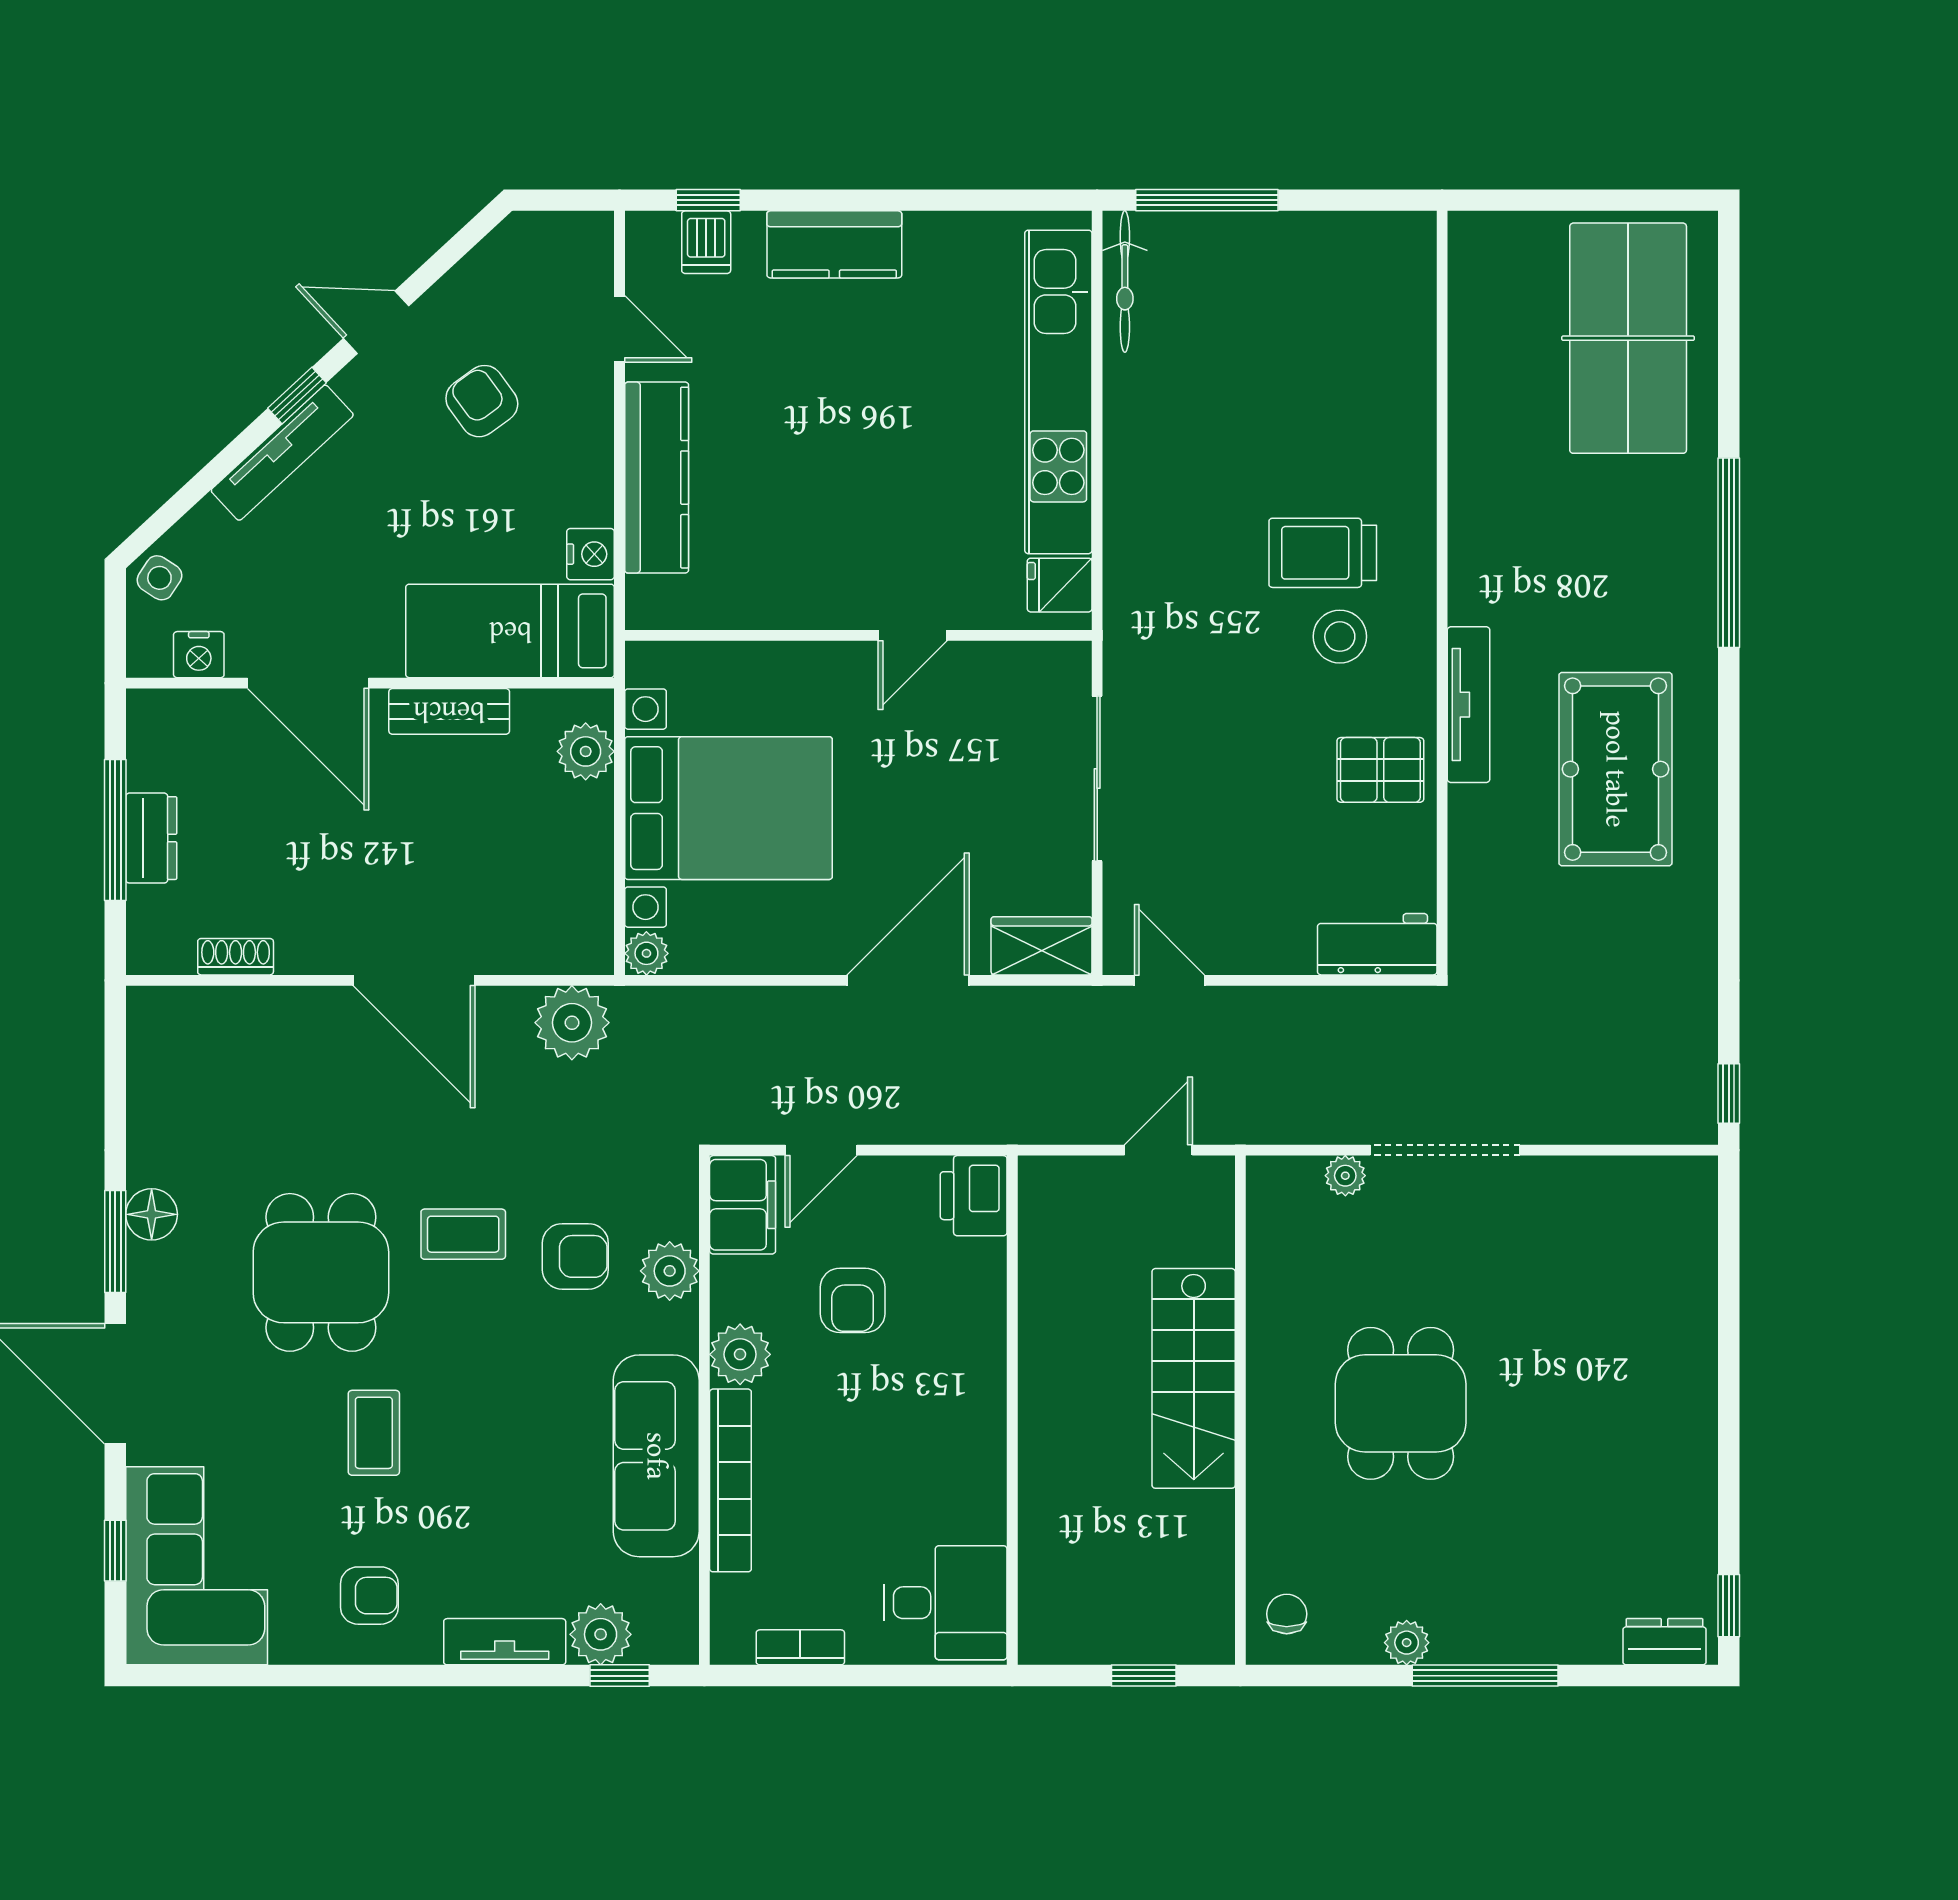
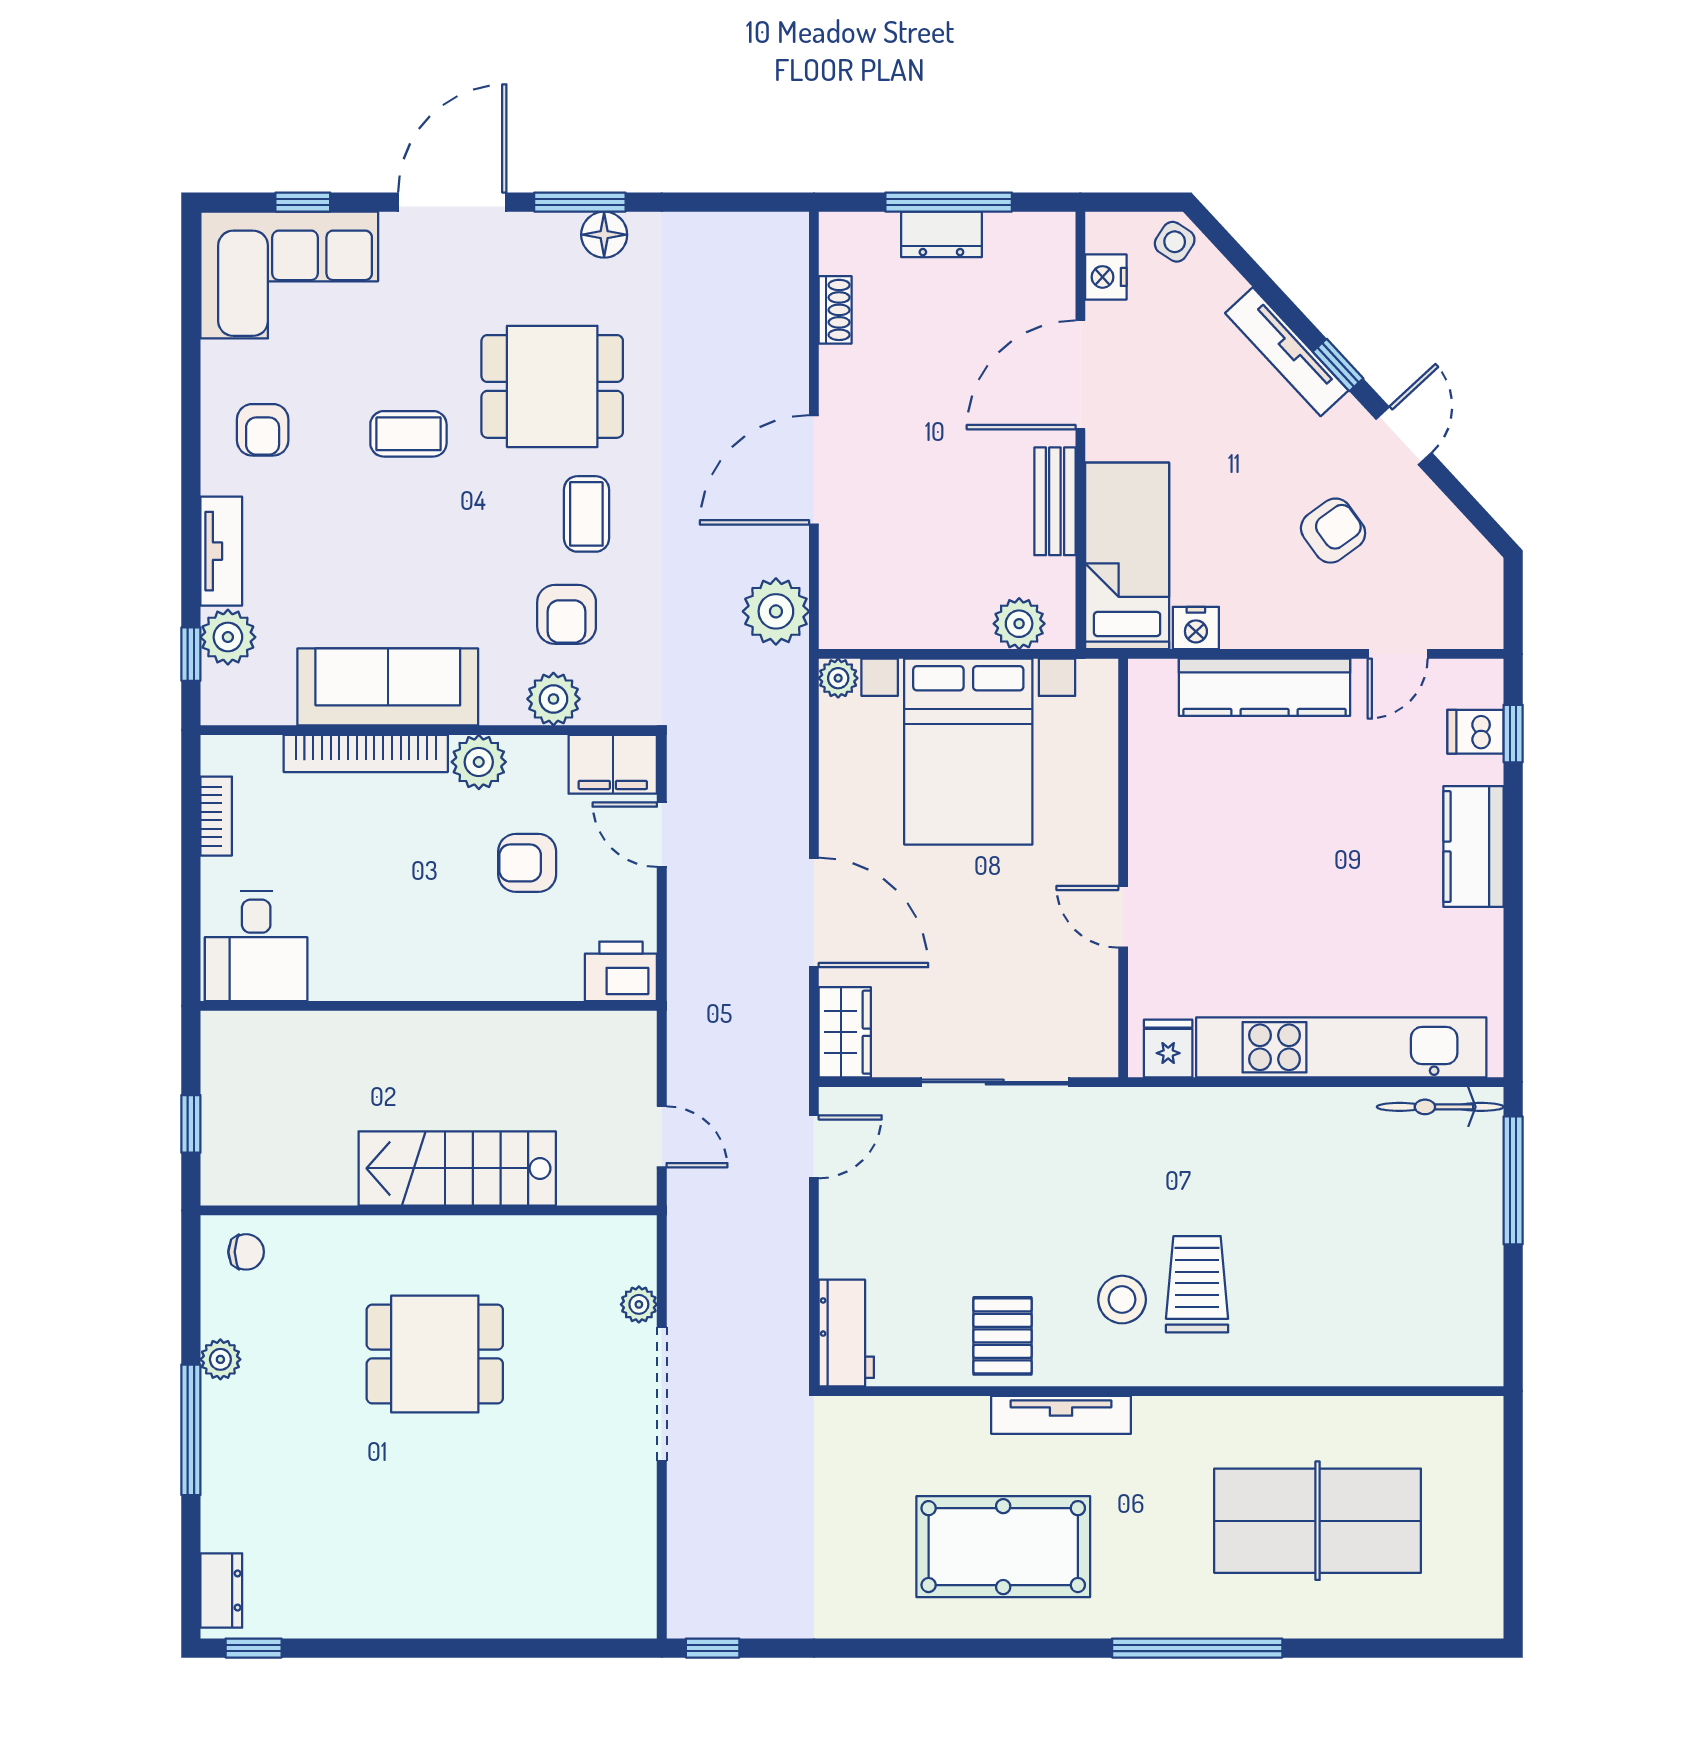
table tennis table: (1628, 338) -> (1318, 1521), moved

